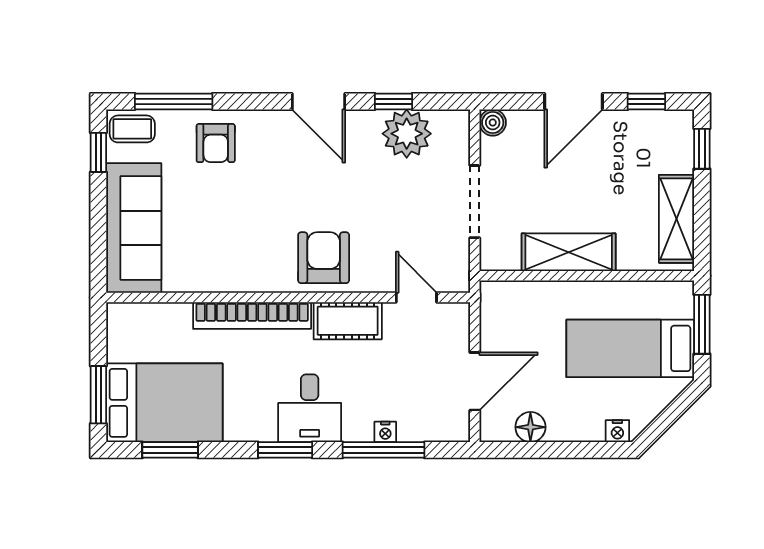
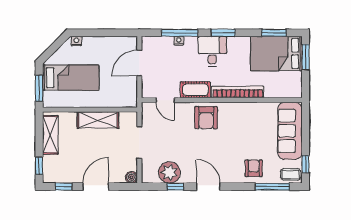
floor lamp: (530, 427) -> (115, 43), removed

